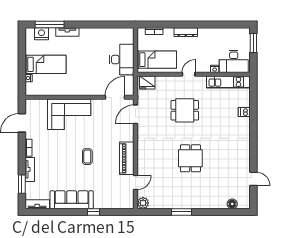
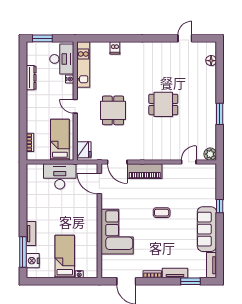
dresser: (186, 32) -> (31, 78), moved
piano: (127, 158) -> (145, 171), moved
door: (136, 182) -> (189, 162), hinge flipped

